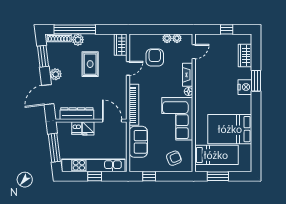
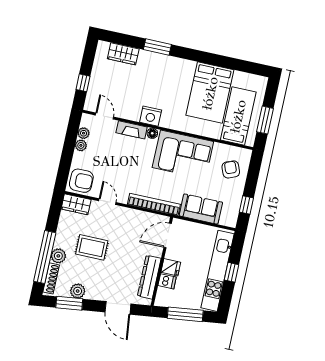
window: (227, 29) -> (83, 83), moved
armchair: (155, 58) -> (81, 181), moved, turned 180
plant: (56, 74) -> (78, 291), moved
nightstand: (245, 87) -> (151, 116), moved, turned 180

